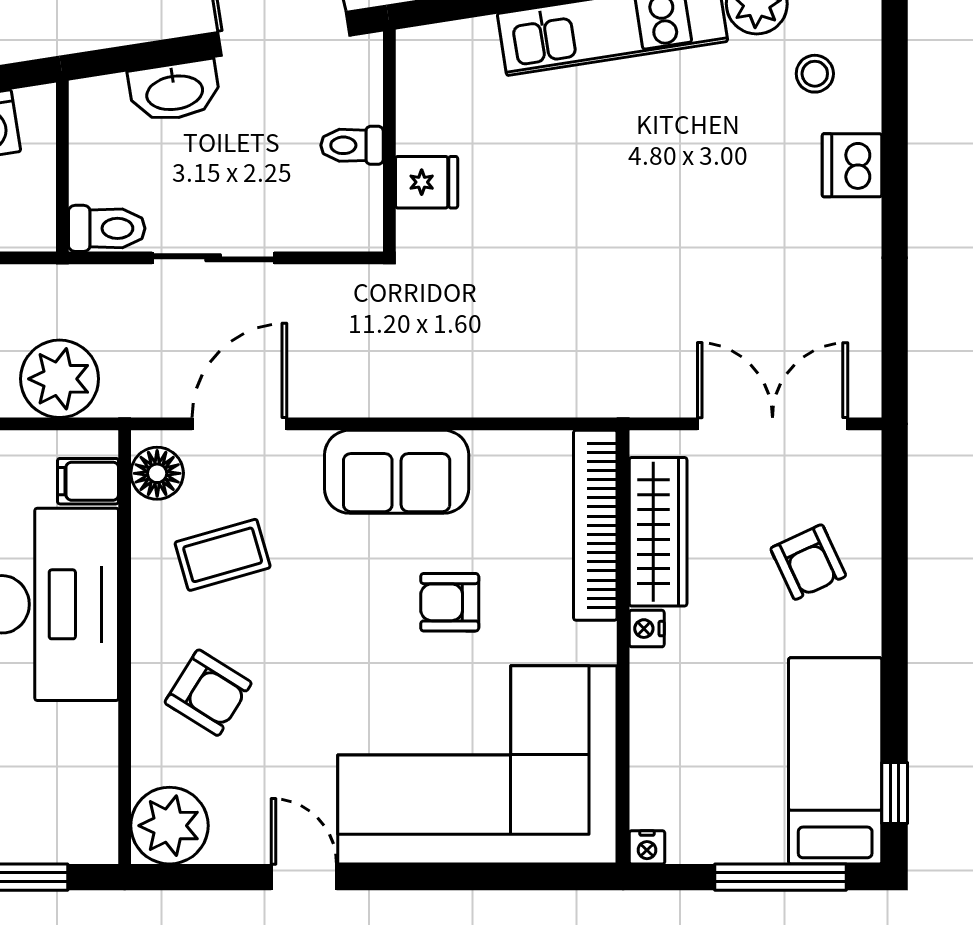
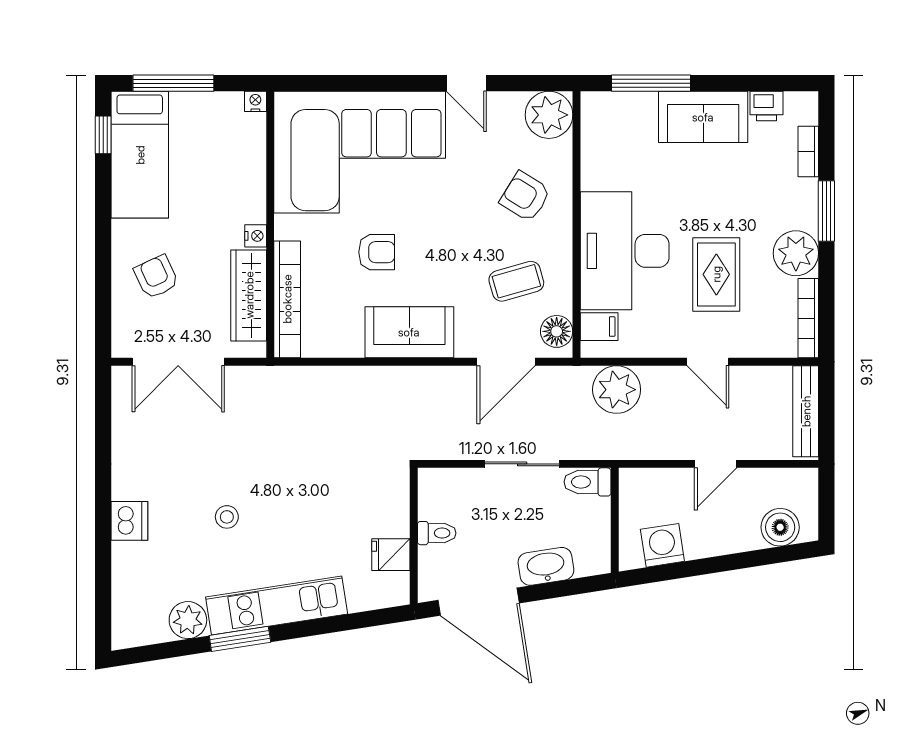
stool: (815, 74) -> (227, 517), moved
fridge: (427, 182) -> (391, 555), moved

